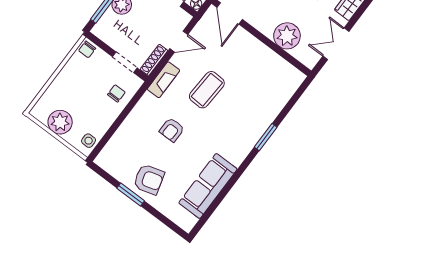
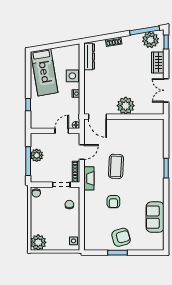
plant: (287, 36) -> (126, 106), moved
plant: (60, 122) -> (38, 242), moved
sofa: (208, 186) -> (155, 217), width x0.73

